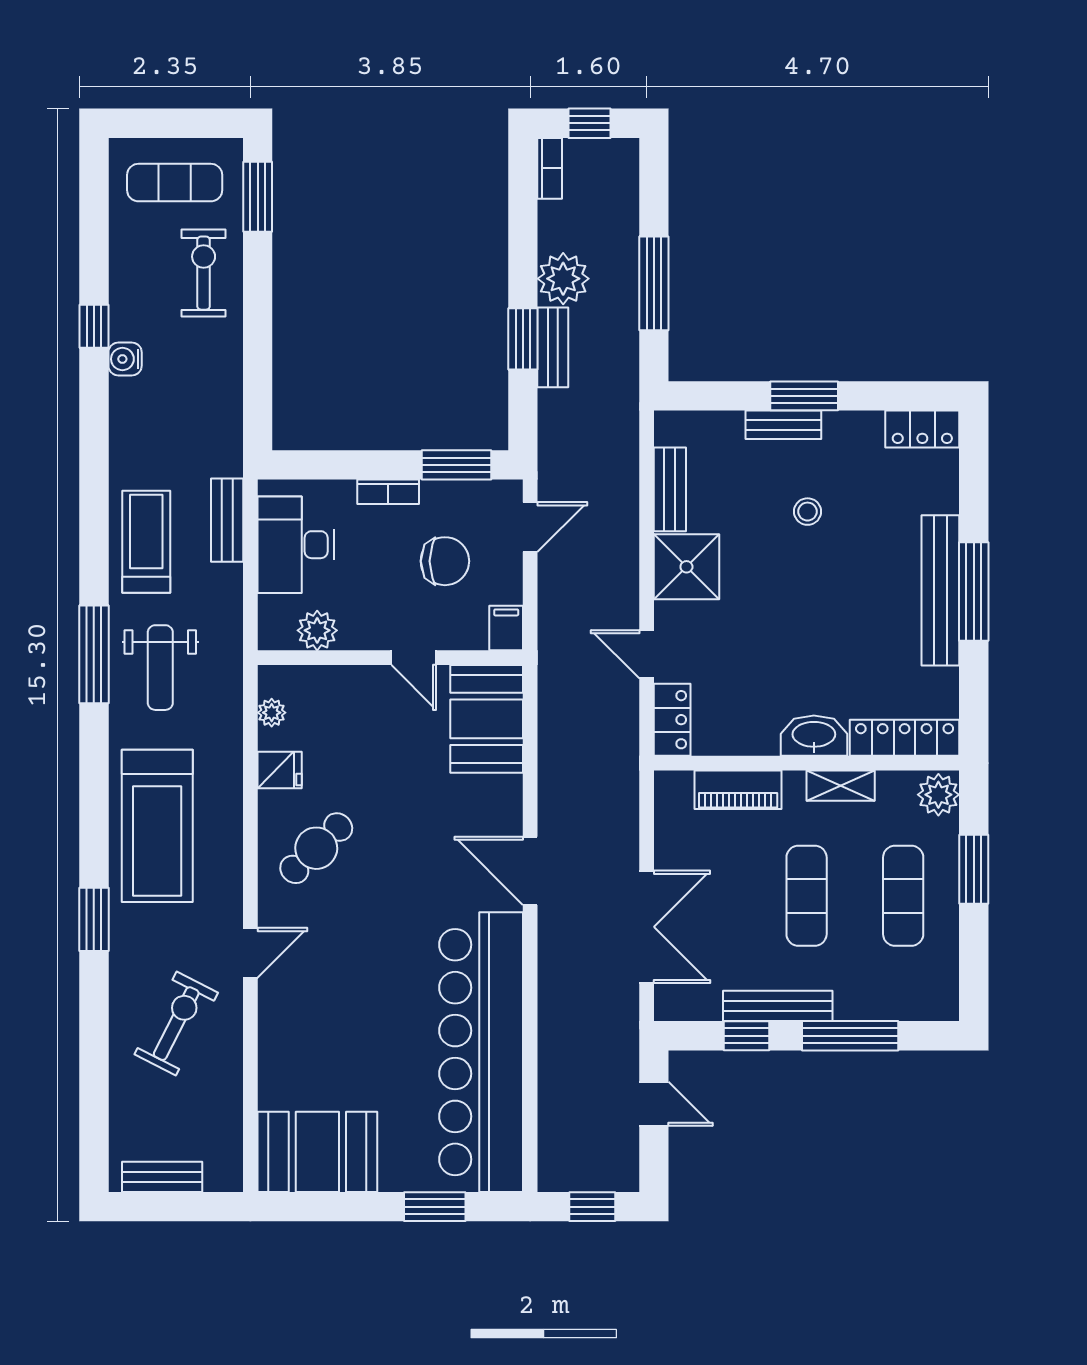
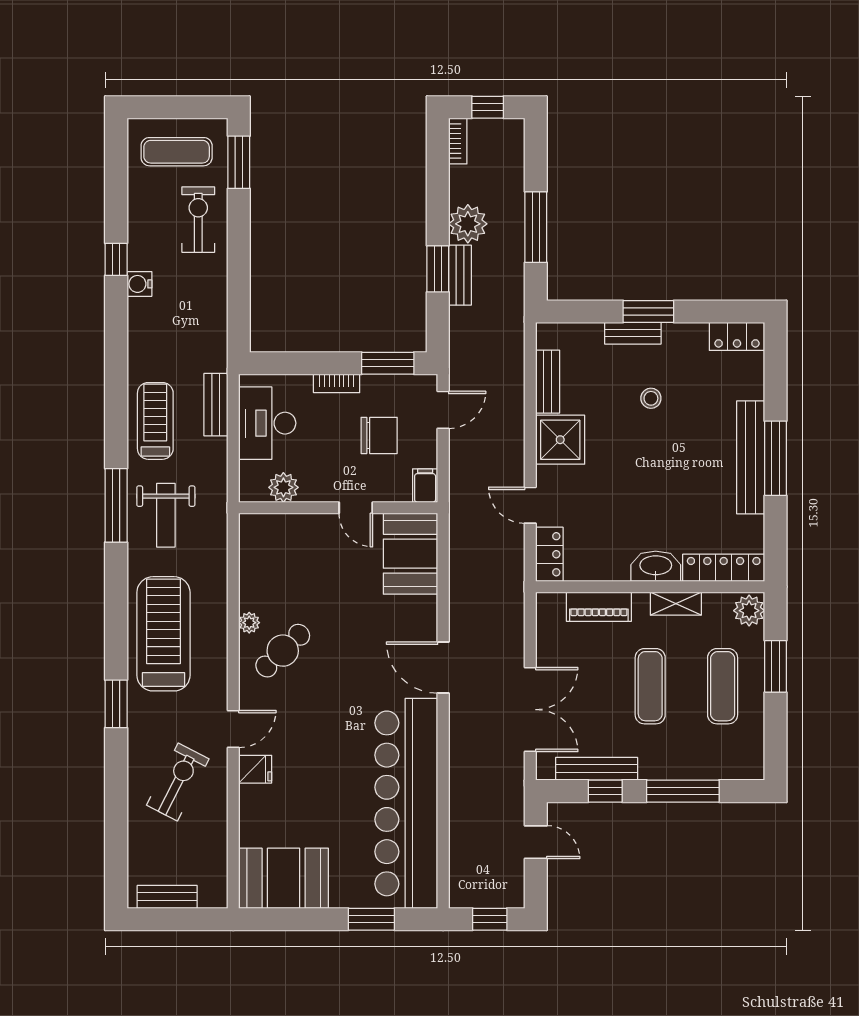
plant: (272, 713) -> (249, 623), moved
fridge: (280, 770) -> (255, 769), moved
treadmill: (157, 826) -> (163, 634), turned 180
bench: (778, 1006) -> (597, 769), moved

